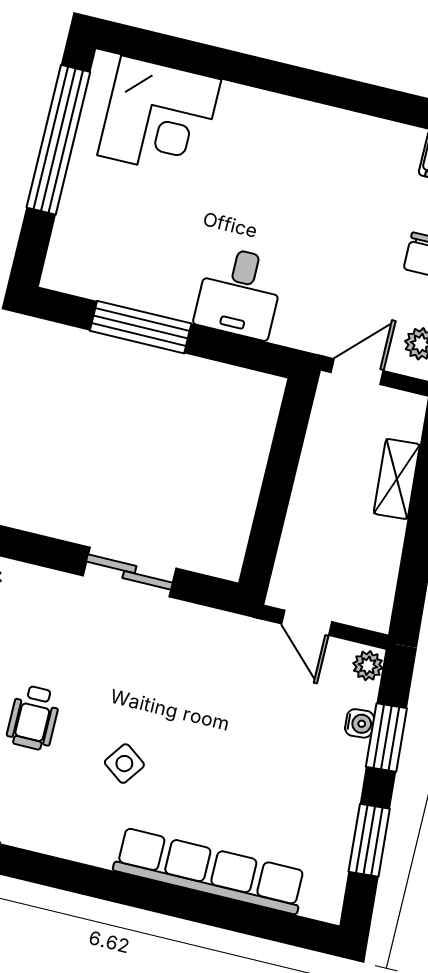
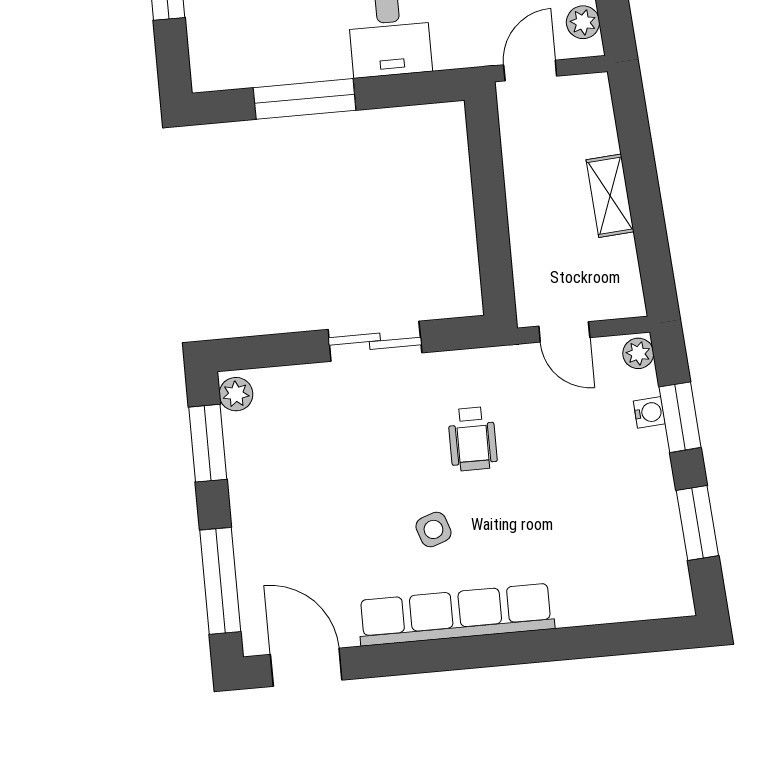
shelving: (397, 479) -> (610, 196), moved
wheelchair: (33, 718) -> (473, 439), moved
side table: (124, 764) -> (433, 529), turned 35
row of seats: (210, 871) -> (456, 615), moved

